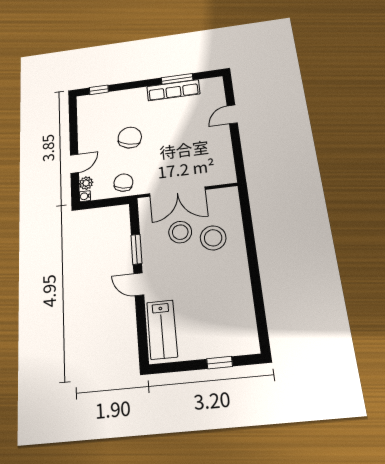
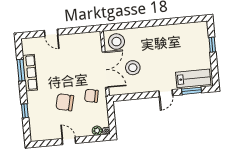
window: (99, 90) -> (25, 111), moved
door: (74, 164) -> (69, 141), moved
chair: (123, 183) -> (91, 96), moved
stool: (213, 238) -> (116, 42), moved
window: (136, 249) -> (192, 91), moved

